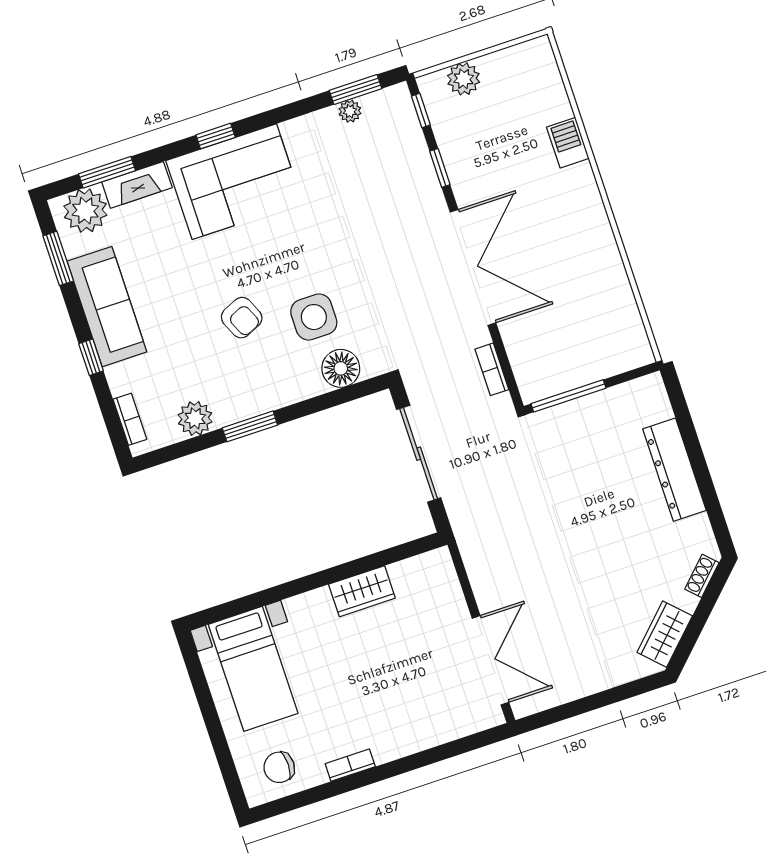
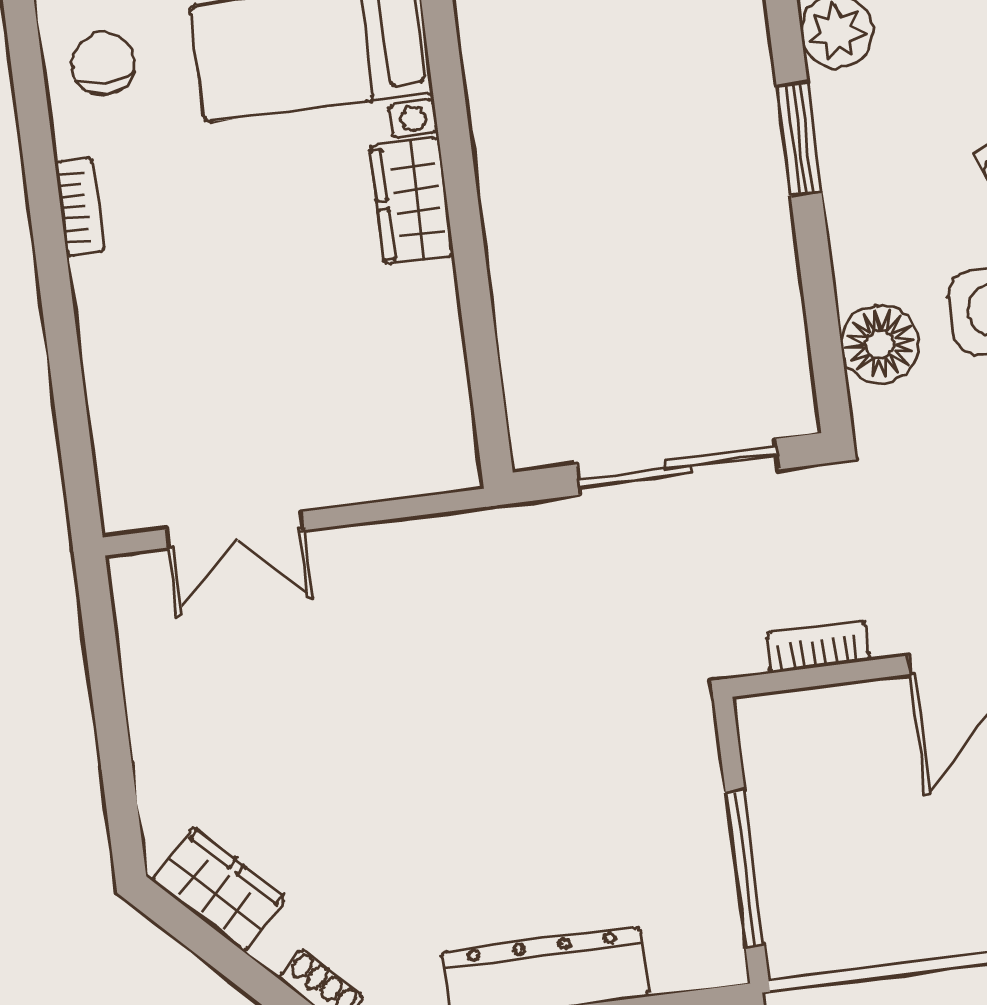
window: (568, 396) -> (745, 868), moved
wardrobe: (362, 591) -> (412, 201), moved
double door: (491, 660) -> (235, 530), width x0.73

